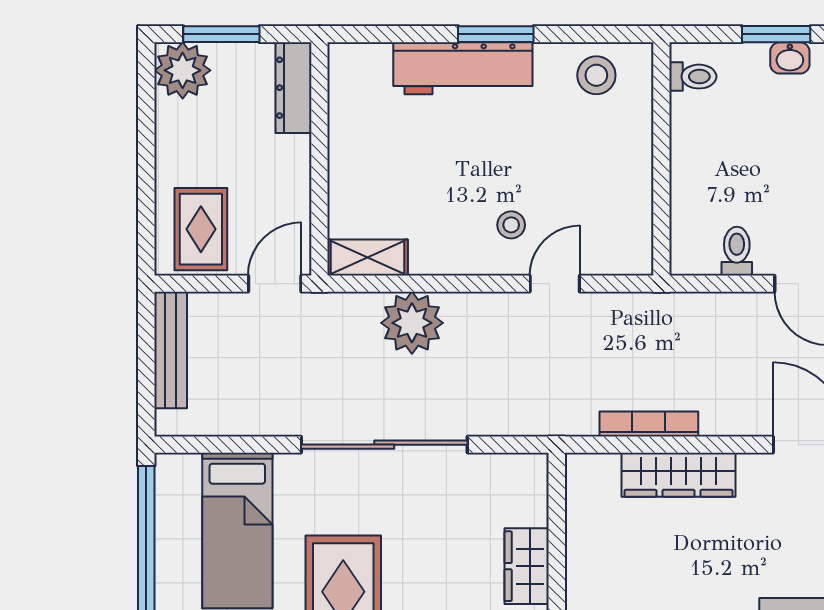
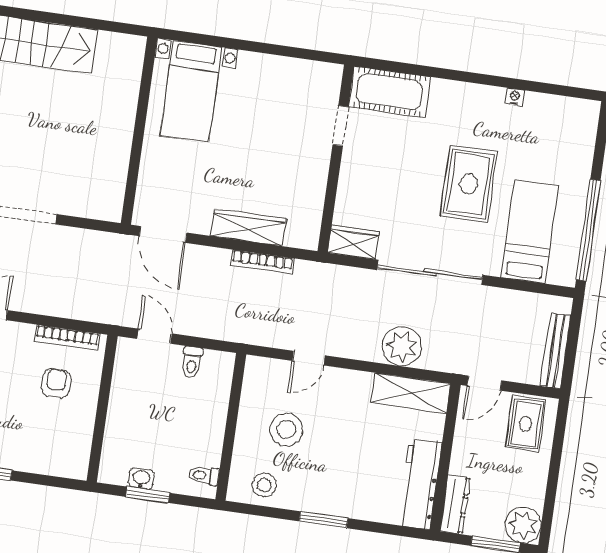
workbench: (463, 68) -> (420, 484), moved, turned -90
stool: (511, 225) -> (286, 430), moved, width x1.89, depth x1.89
shelving: (367, 258) -> (411, 393), width x1.50, depth x1.33
wardrobe: (527, 566) -> (353, 242), moved, turned -90

